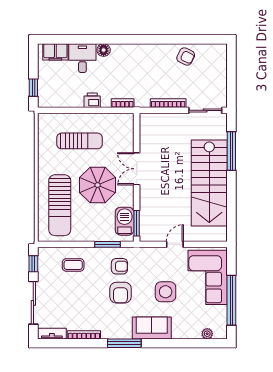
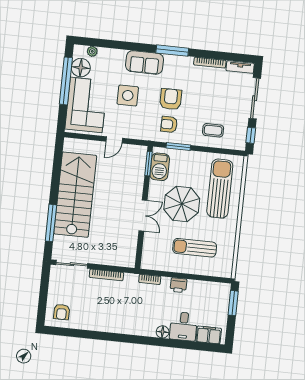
armchair: (186, 57) -> (62, 312), moved, turned -116
window: (33, 88) -> (233, 303), width x1.50
floor lamp: (217, 316) -> (81, 68), added

